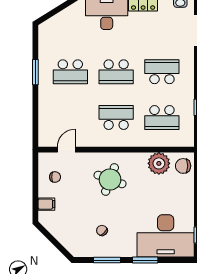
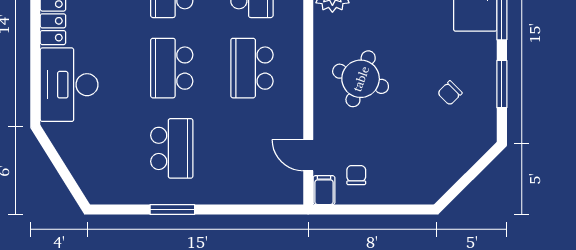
school desk: (116, 72) -> (172, 68), turned 180
filing cabinet: (46, 204) -> (324, 190), moved

